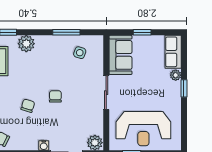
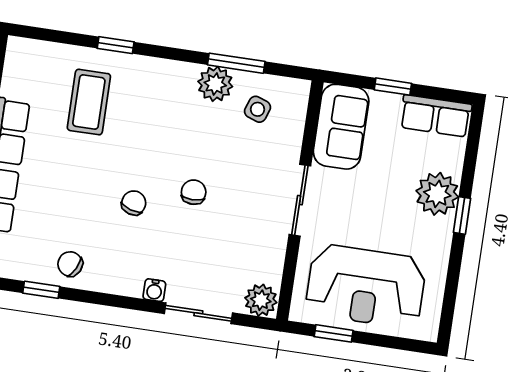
plant: (26, 44) -> (215, 84), moved
row of seats: (173, 52) -> (436, 116), moved, turned -90
plant: (176, 75) -> (437, 194), width x1.88, depth x1.88

